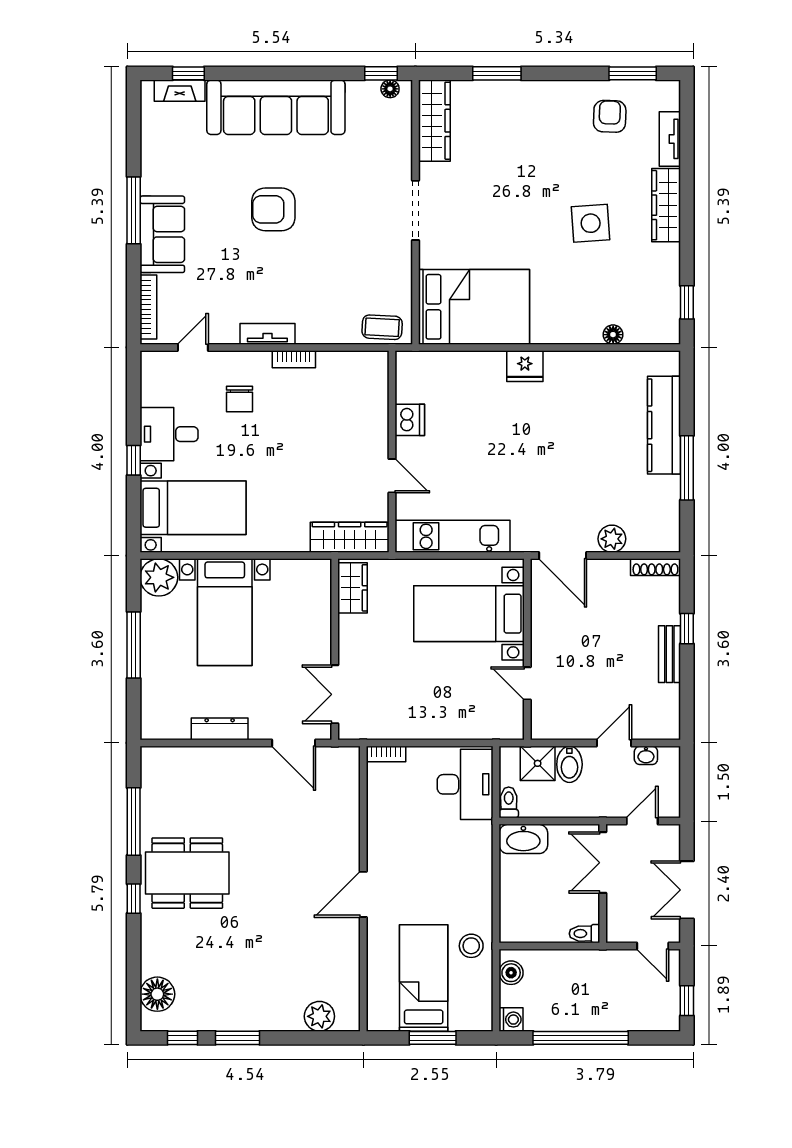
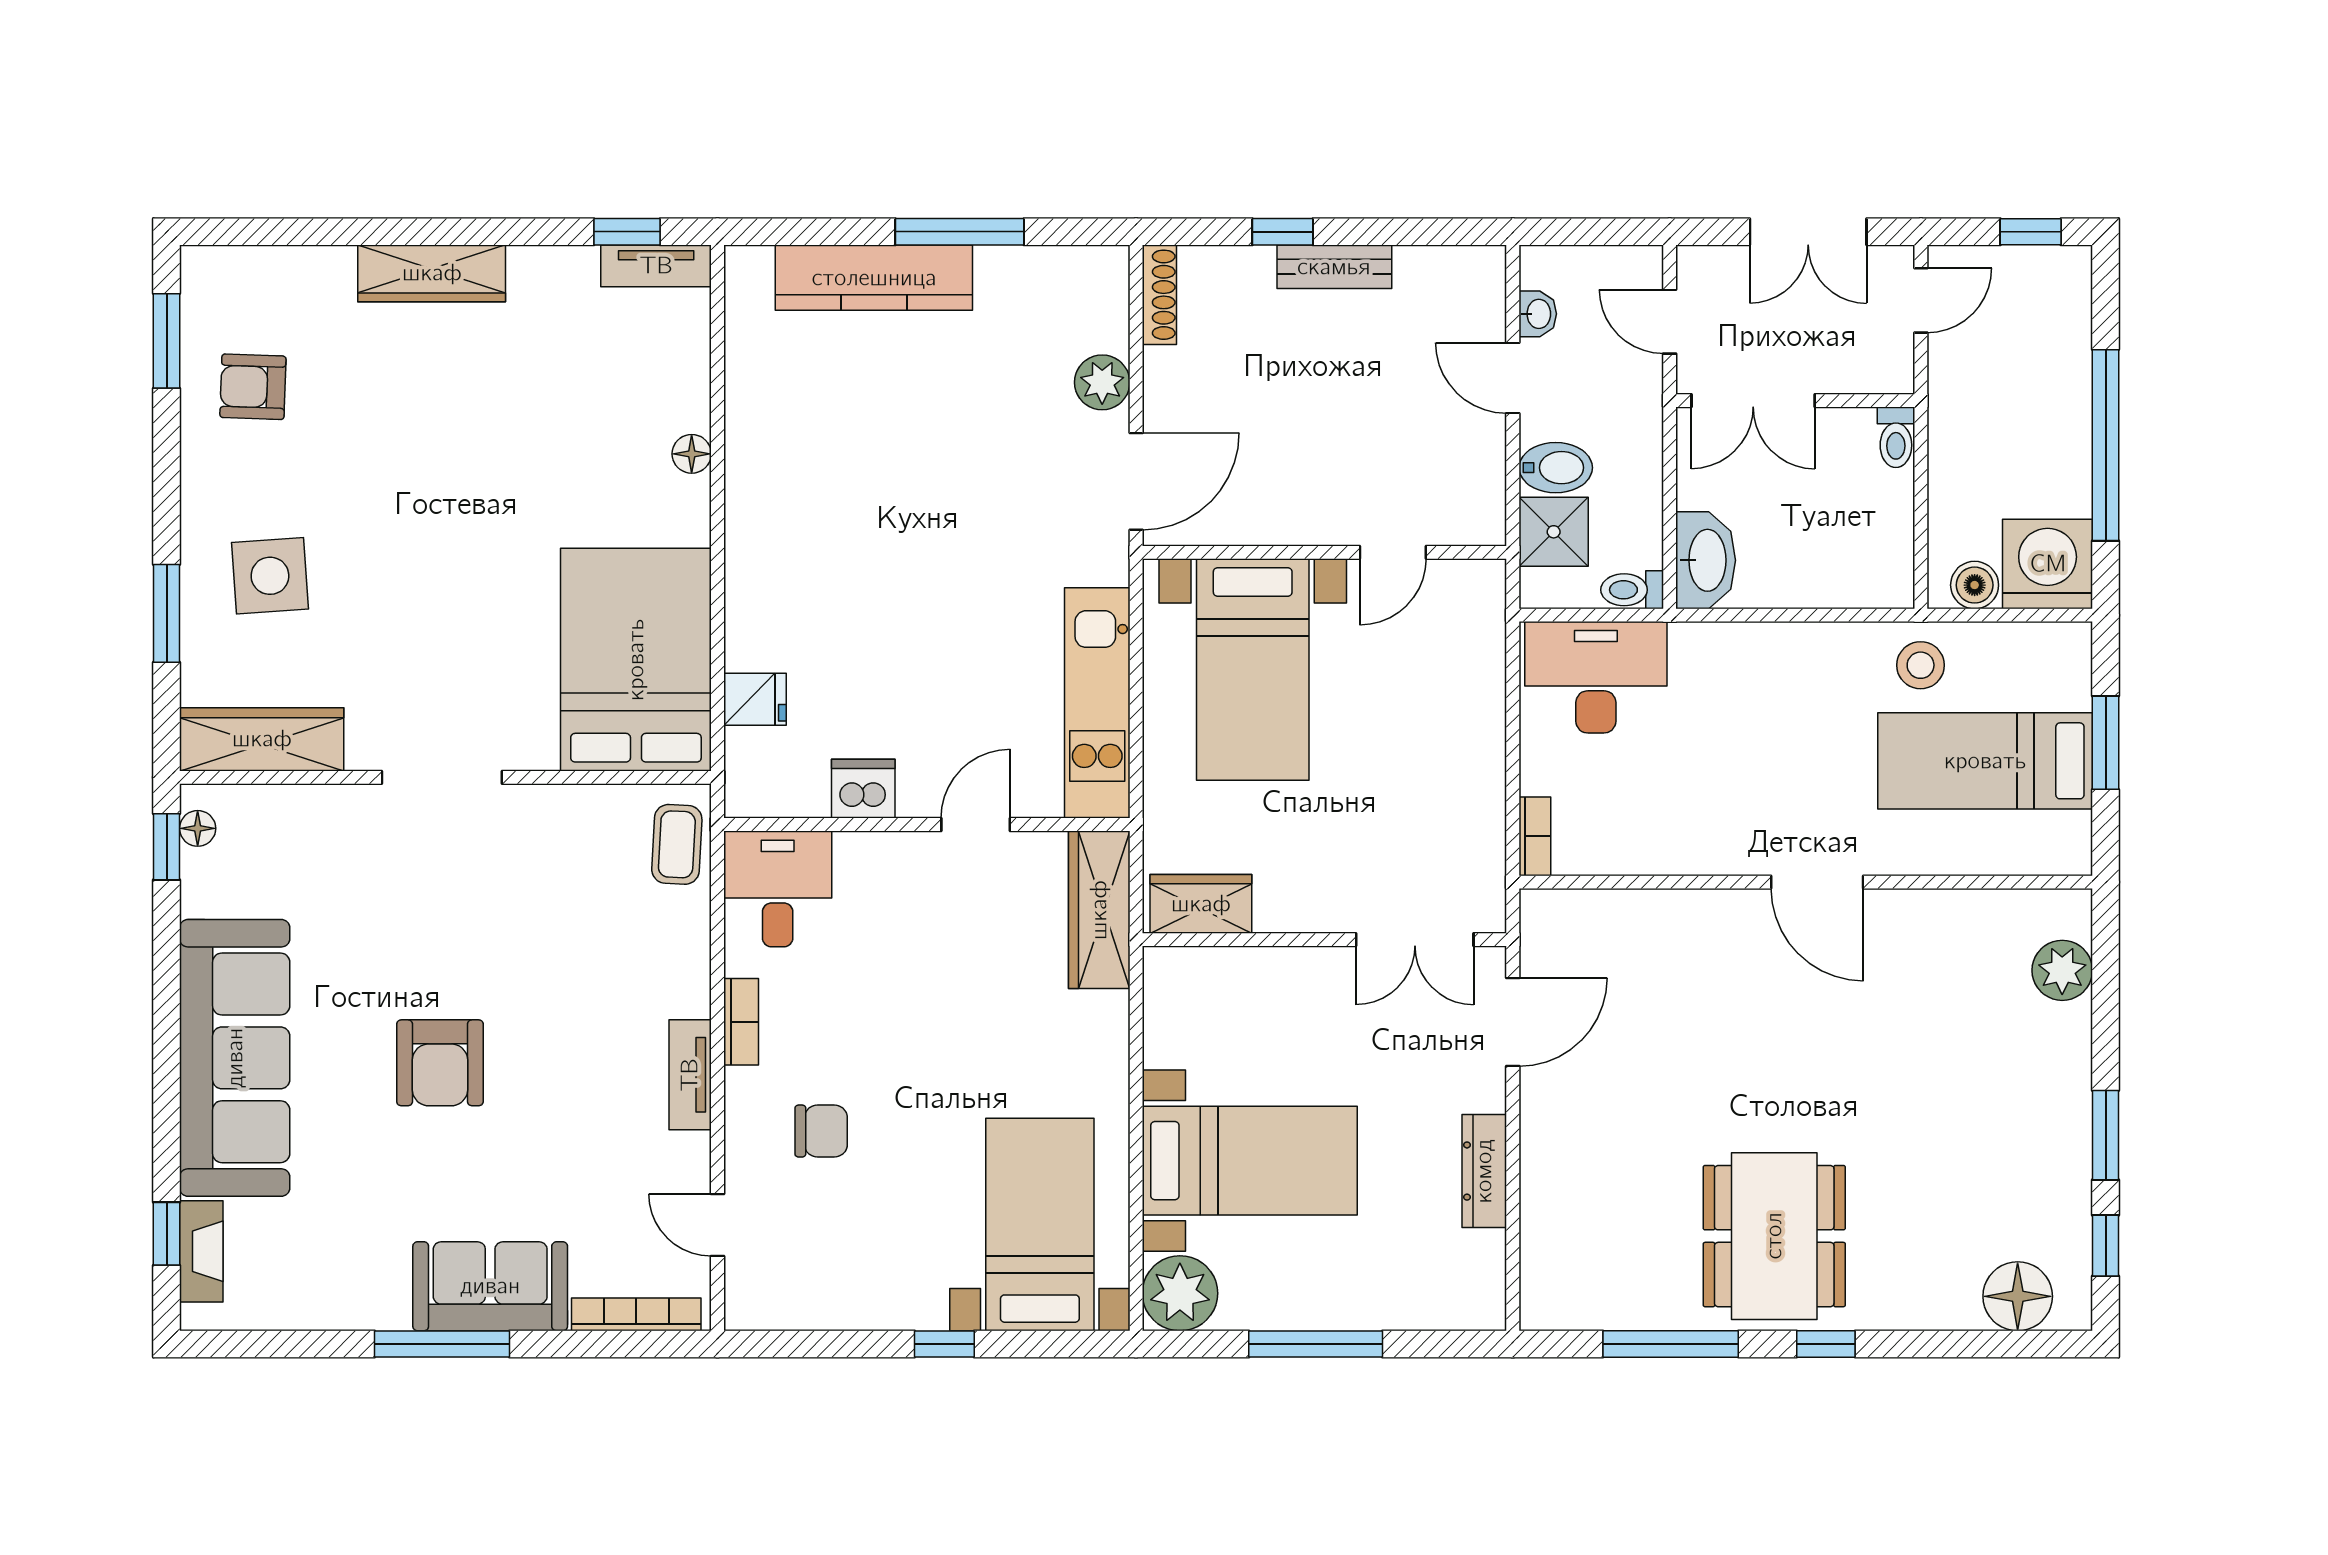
tv unit: (670, 139) -> (656, 266), moved
side table: (591, 223) -> (270, 576), moved
floor lamp: (613, 335) -> (692, 454), moved
fridge: (525, 366) -> (755, 699), moved, width x0.72
desk: (169, 434) -> (778, 889), moved, turned 180
washing machine: (511, 1020) -> (2048, 564), width x1.89, depth x1.89

